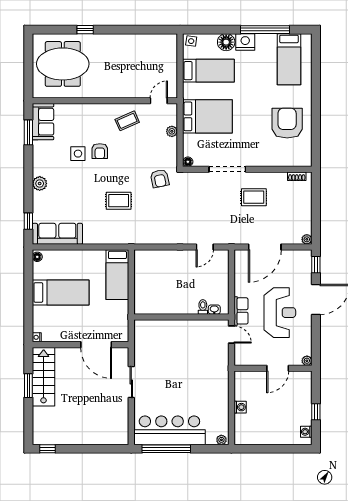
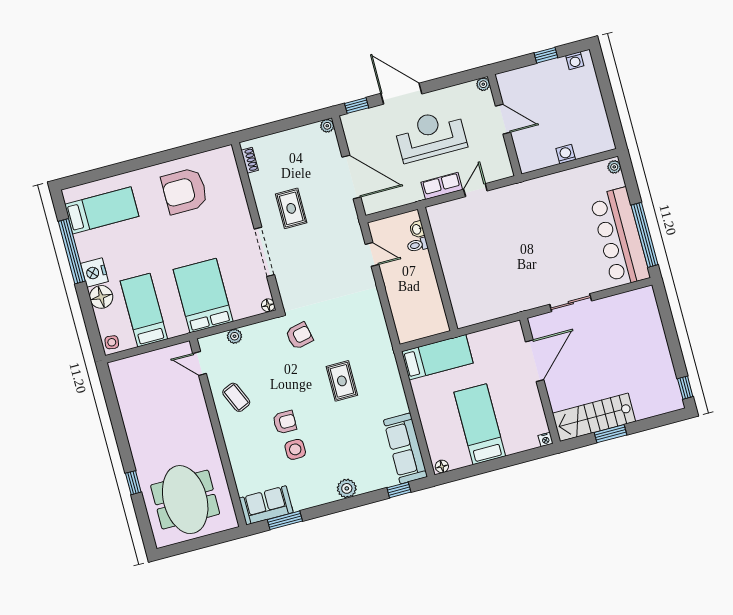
toilet: (203, 307) -> (417, 245), moved
washbasin: (214, 310) -> (417, 229), moved
wall: (181, 317) -> (438, 269), moved

